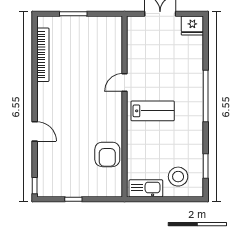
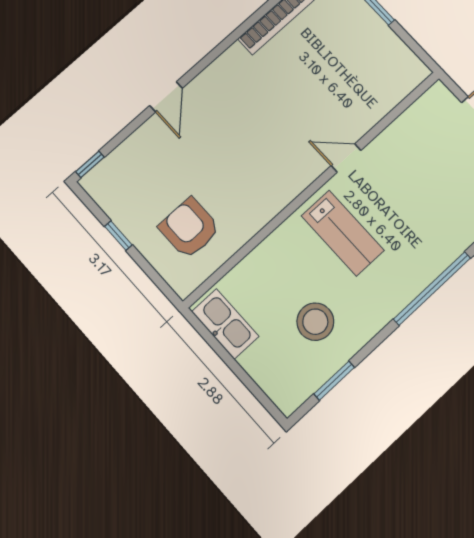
armchair: (107, 154) -> (189, 228), moved, turned 90
stool: (178, 177) -> (315, 322), moved

